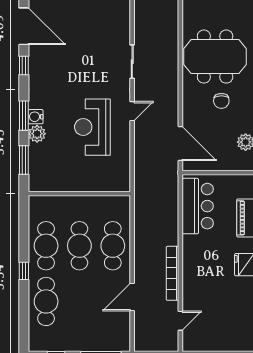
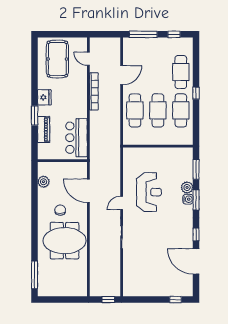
door: (180, 144) -> (88, 191), moved
pool table: (225, 320) -> (57, 59), added
door: (180, 321) -> (88, 59), hinge flipped

